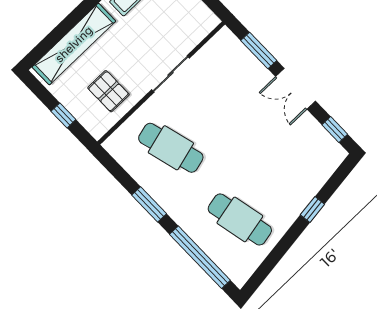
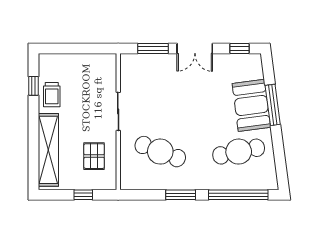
pallet: (108, 91) -> (94, 156), turned 90
cafe table: (171, 148) -> (160, 152), turned 36
booth: (293, 191) -> (251, 105), added
window: (312, 210) -> (273, 105), width x2.17

